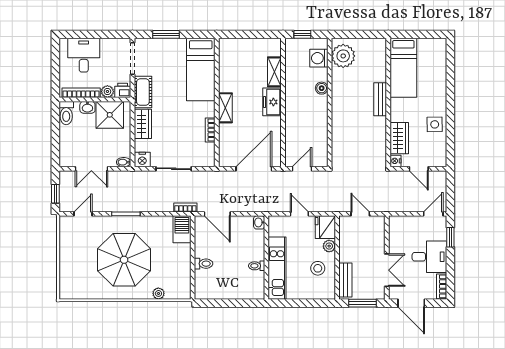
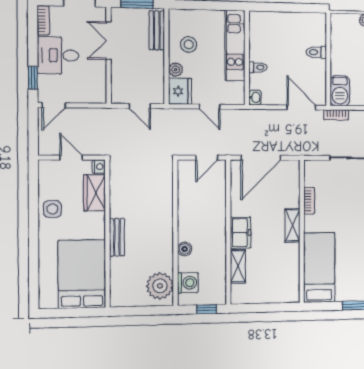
bed: (403, 68) -> (82, 274), width x1.50
toilet: (257, 266) -> (258, 67), moved

